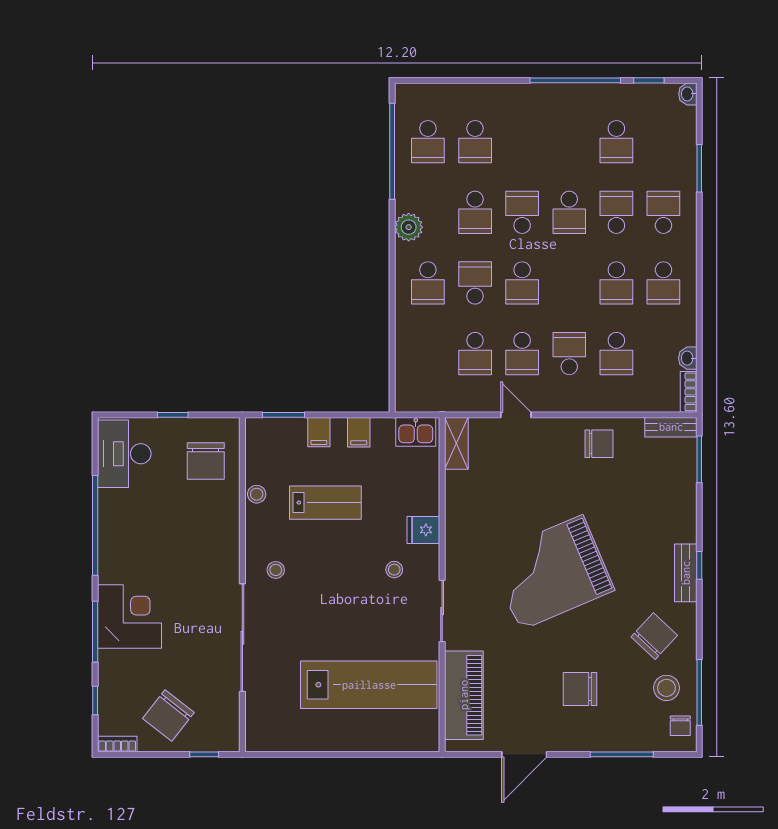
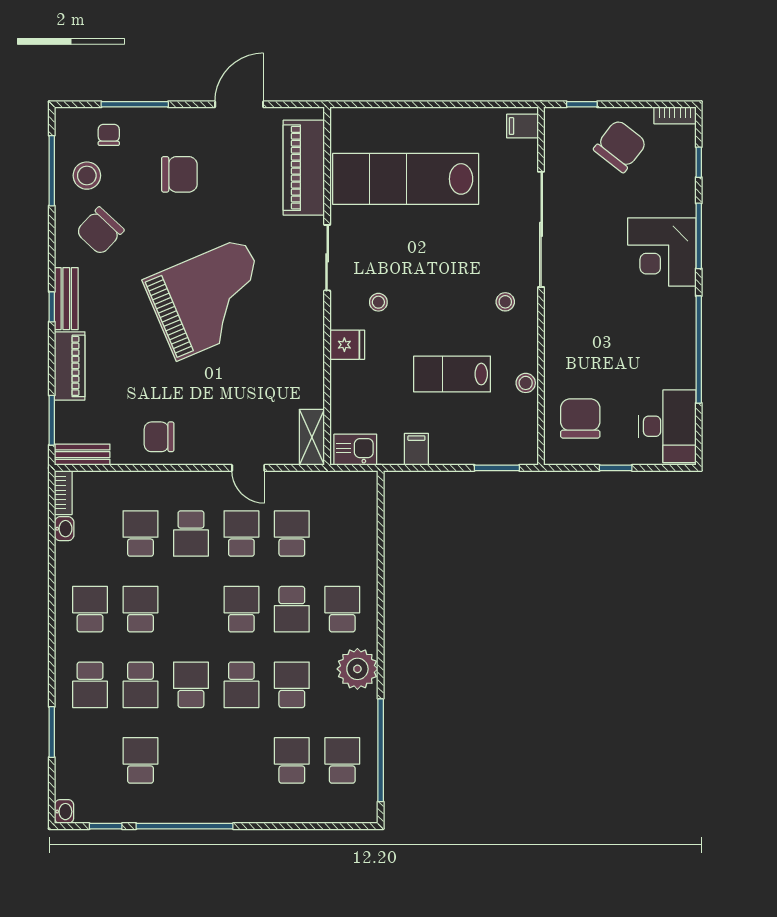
plant: (409, 227) -> (357, 669), width x1.36, depth x1.36
filing cabinet: (319, 432) -> (523, 126), moved, turned -90
piano: (682, 510) -> (70, 366), added
chair: (680, 726) -> (109, 135), moved

